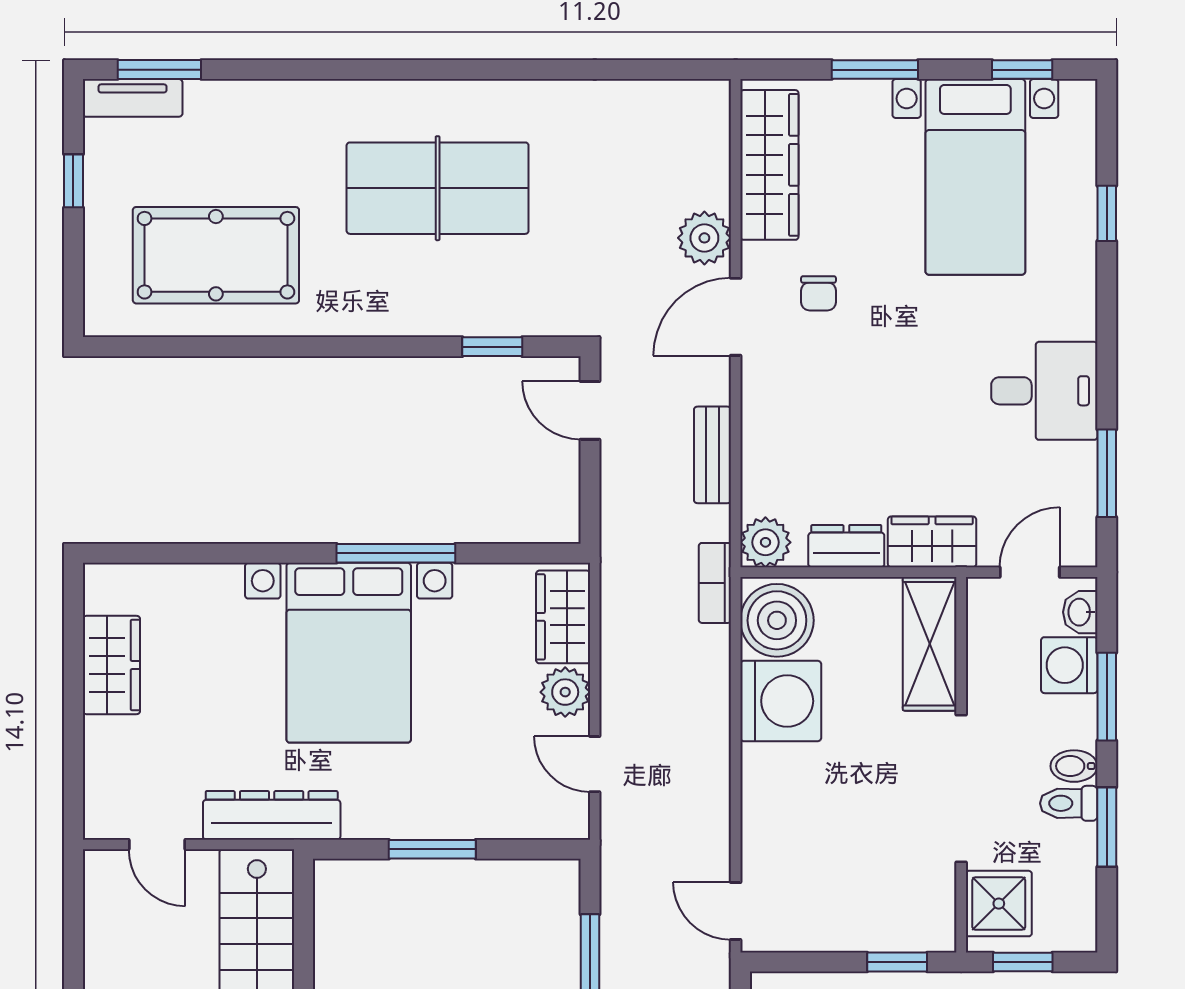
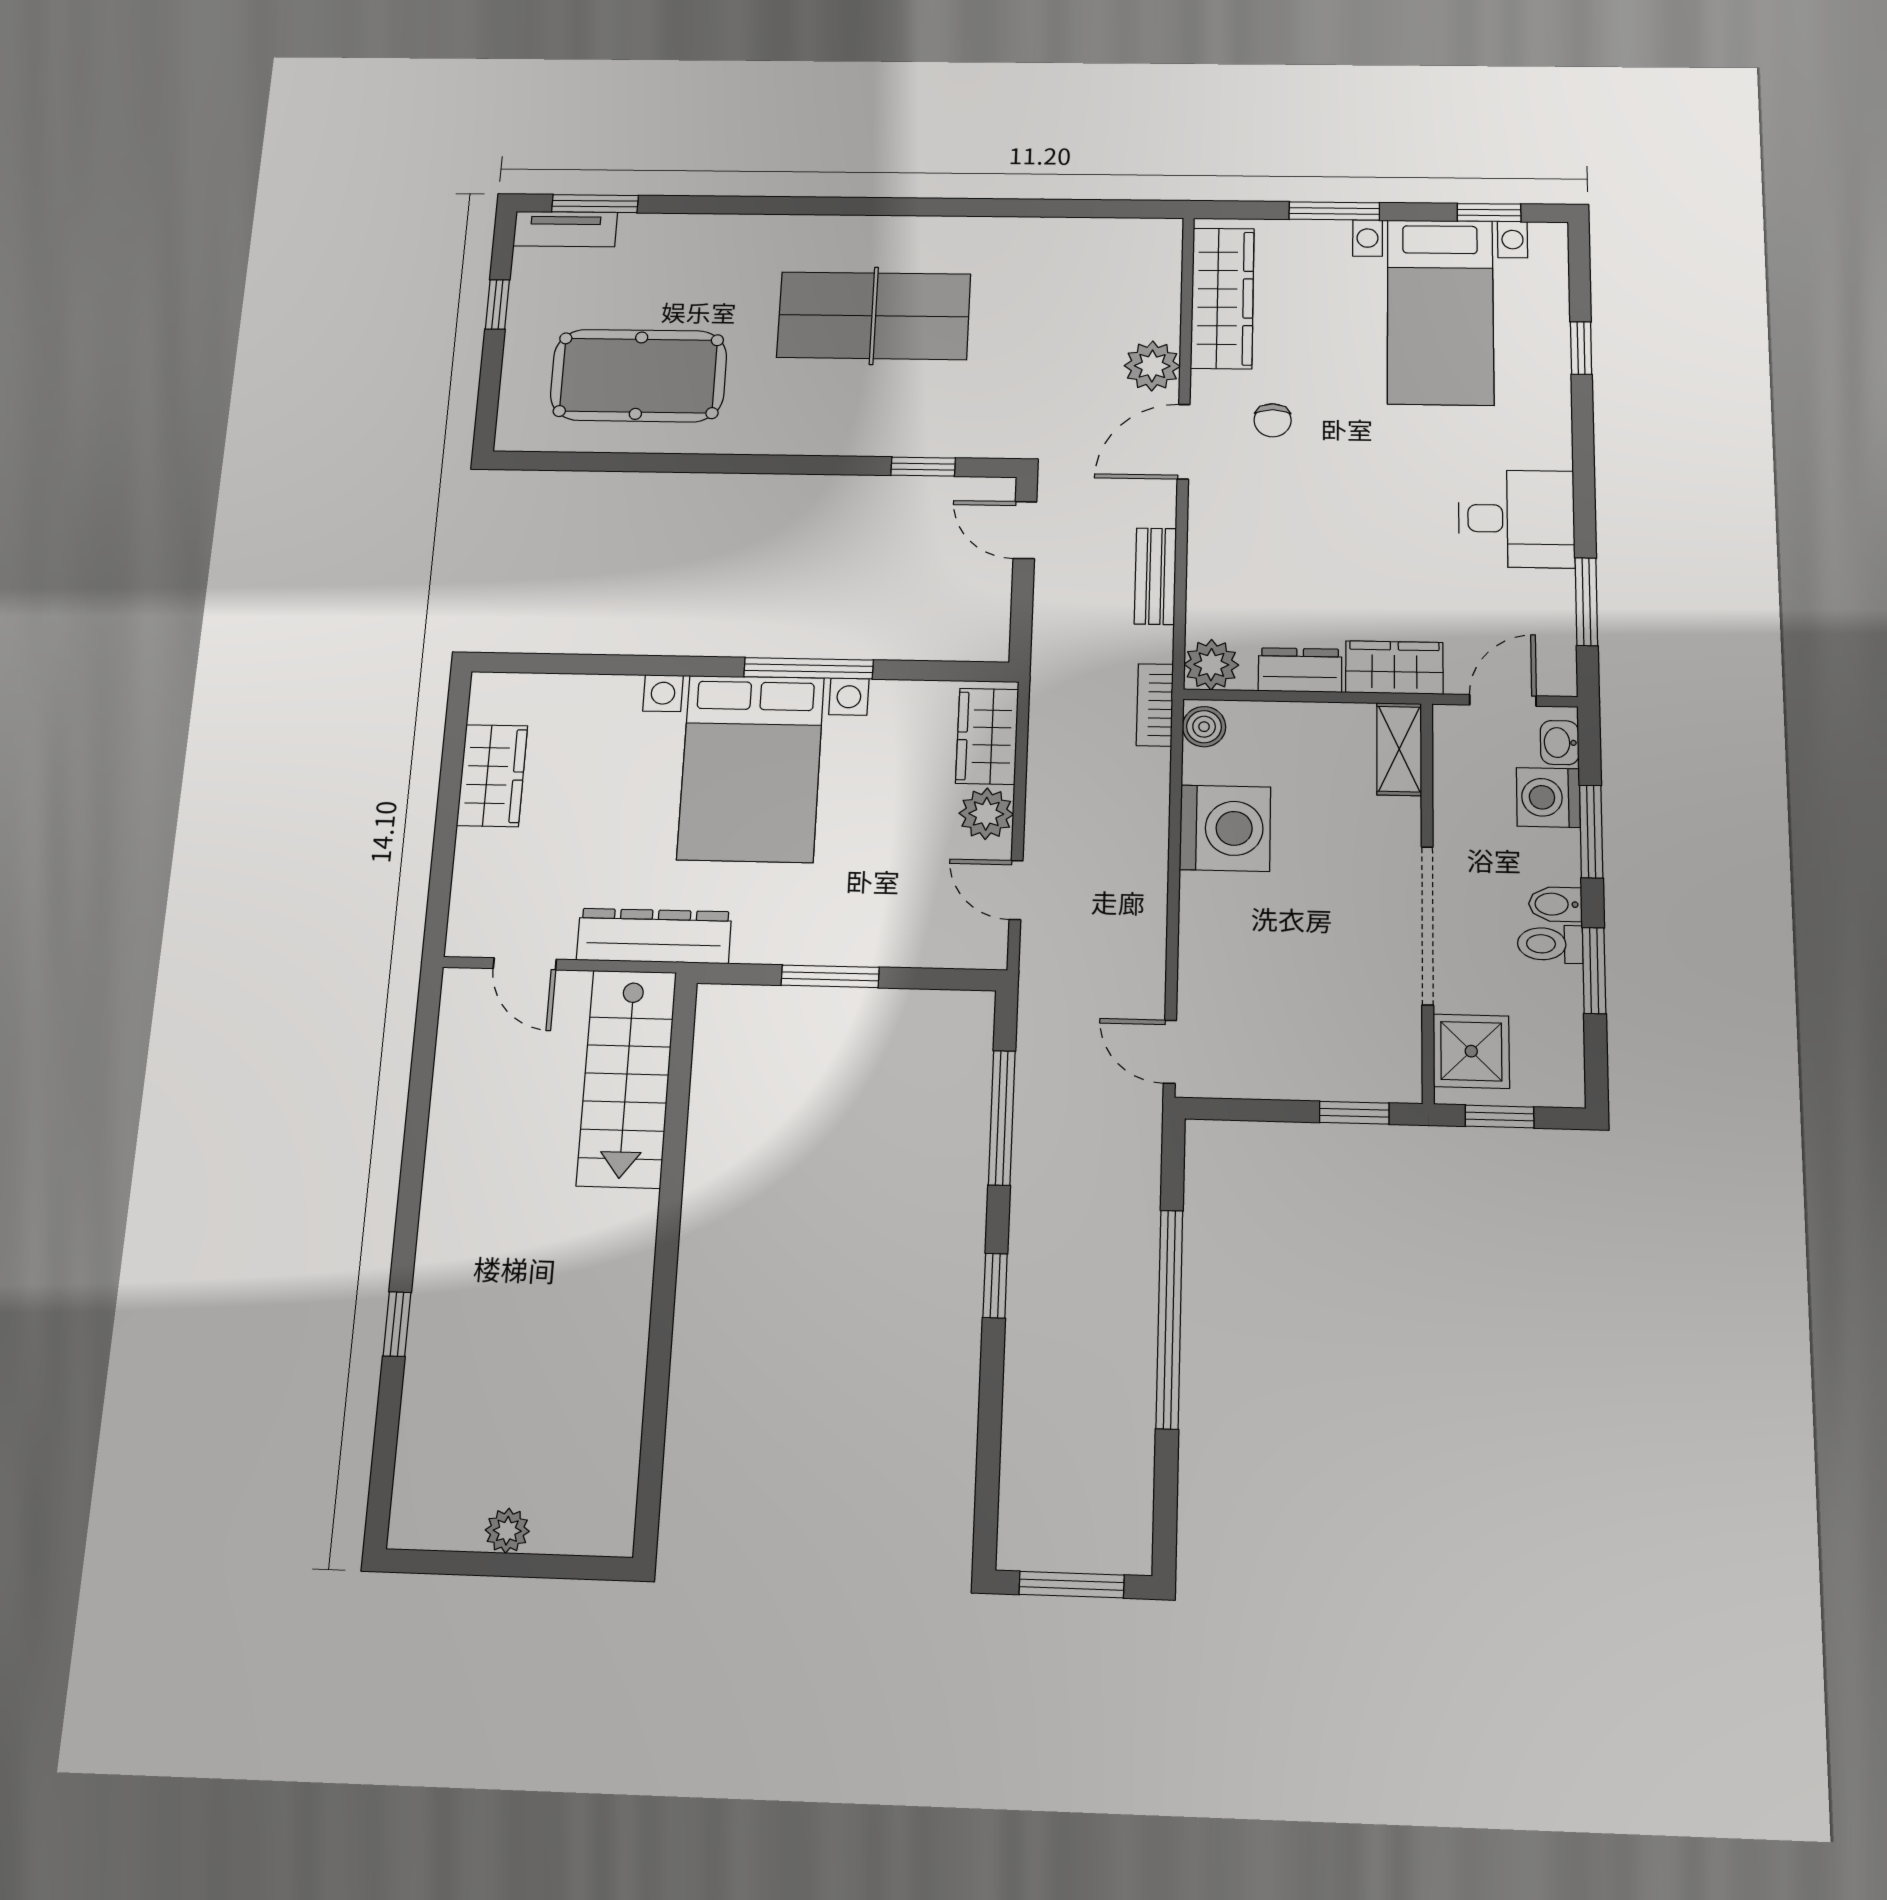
boiler: (777, 620) -> (1204, 727), width x0.54, depth x0.54
shelving: (930, 644) -> (1399, 749), width x0.67, depth x0.75

